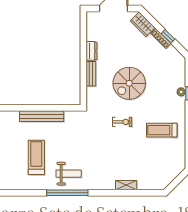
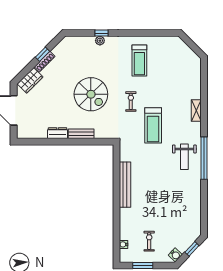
treadmill: (36, 157) -> (153, 125), moved, turned -90
weight bench: (69, 174) -> (184, 157), turned 180
shelving: (126, 185) -> (196, 110), moved

